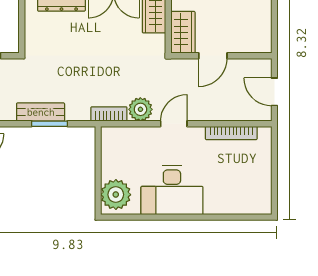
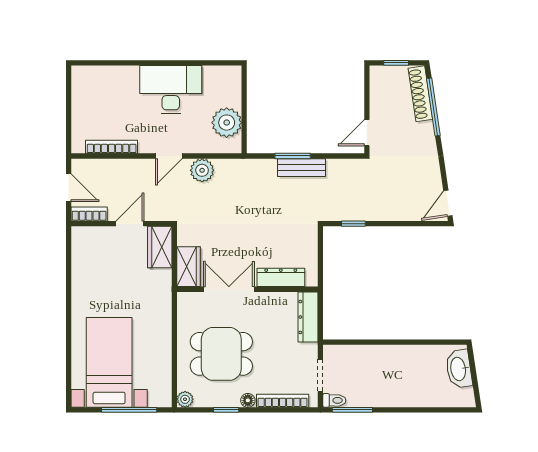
bookcase: (109, 114) -> (89, 214), moved, turned 180
plant: (116, 195) -> (227, 123), moved

